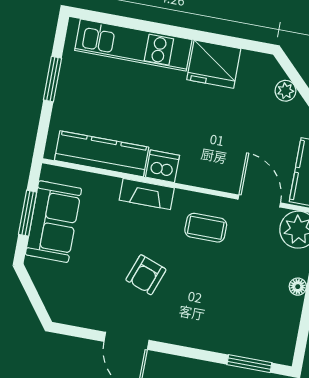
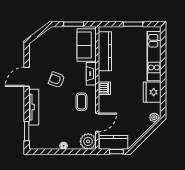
plant: (286, 91) -> (154, 117), moved
dishwasher: (162, 166) -> (104, 88), moved
sofa: (53, 222) -> (87, 45), moved, turned 90
tv unit: (198, 338) -> (34, 107), added

